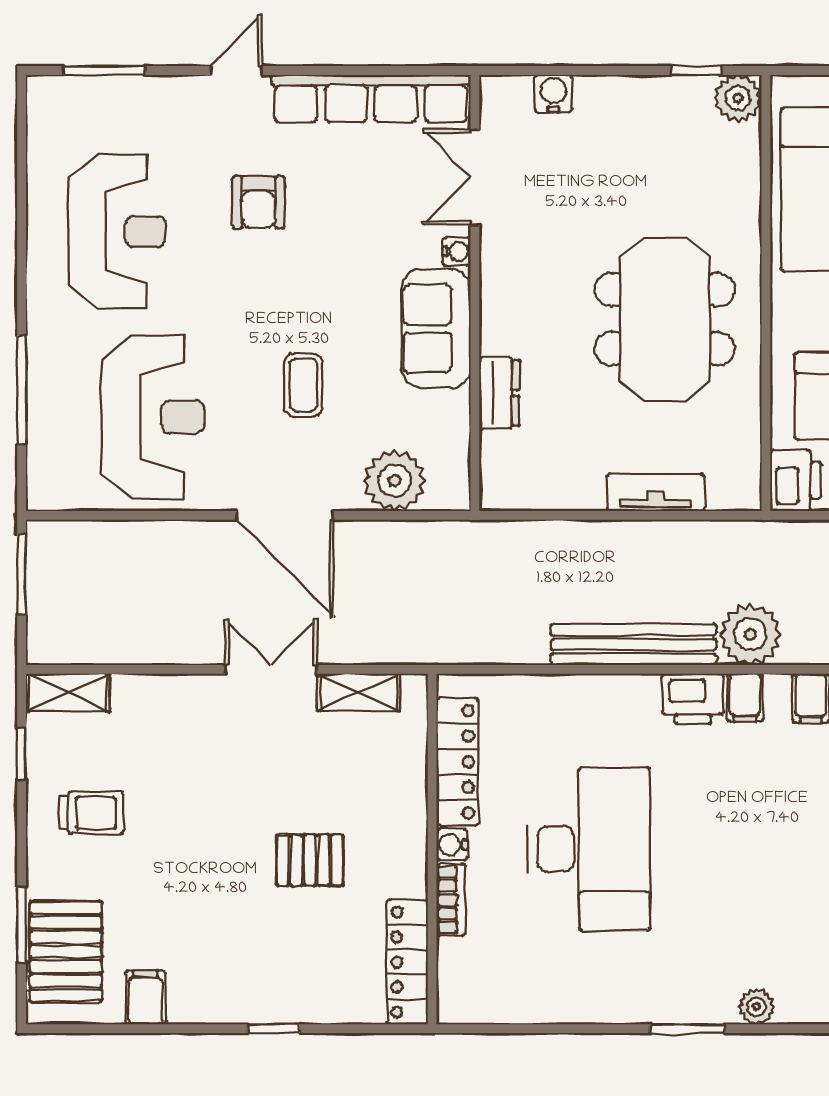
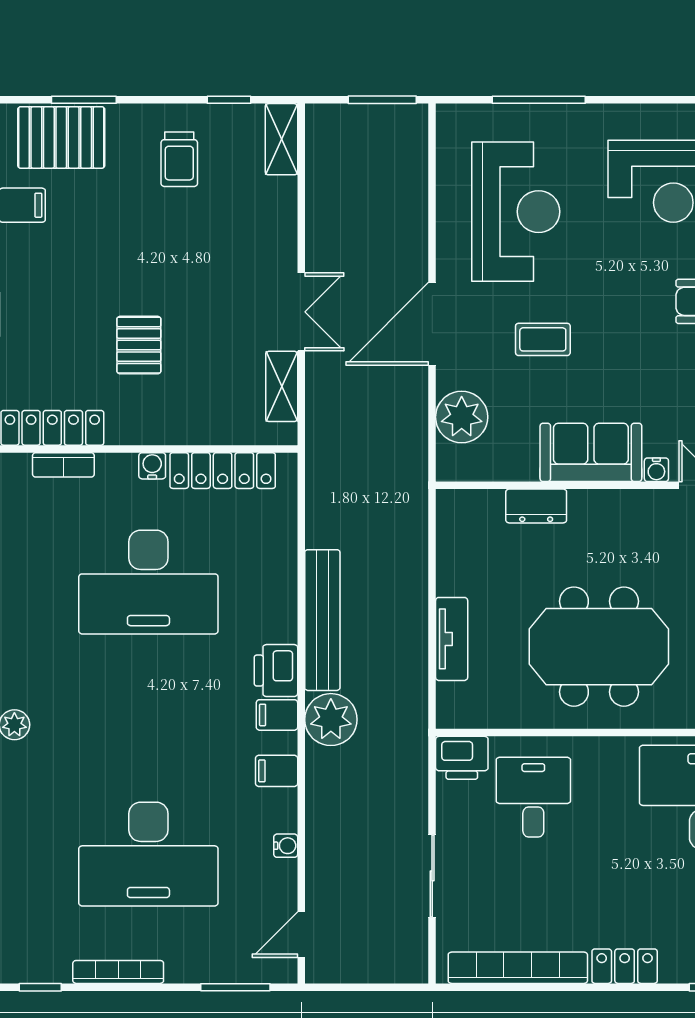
reception desk: (153, 417) -> (516, 212), turned -90
bookcase: (451, 900) -> (63, 465), moved

